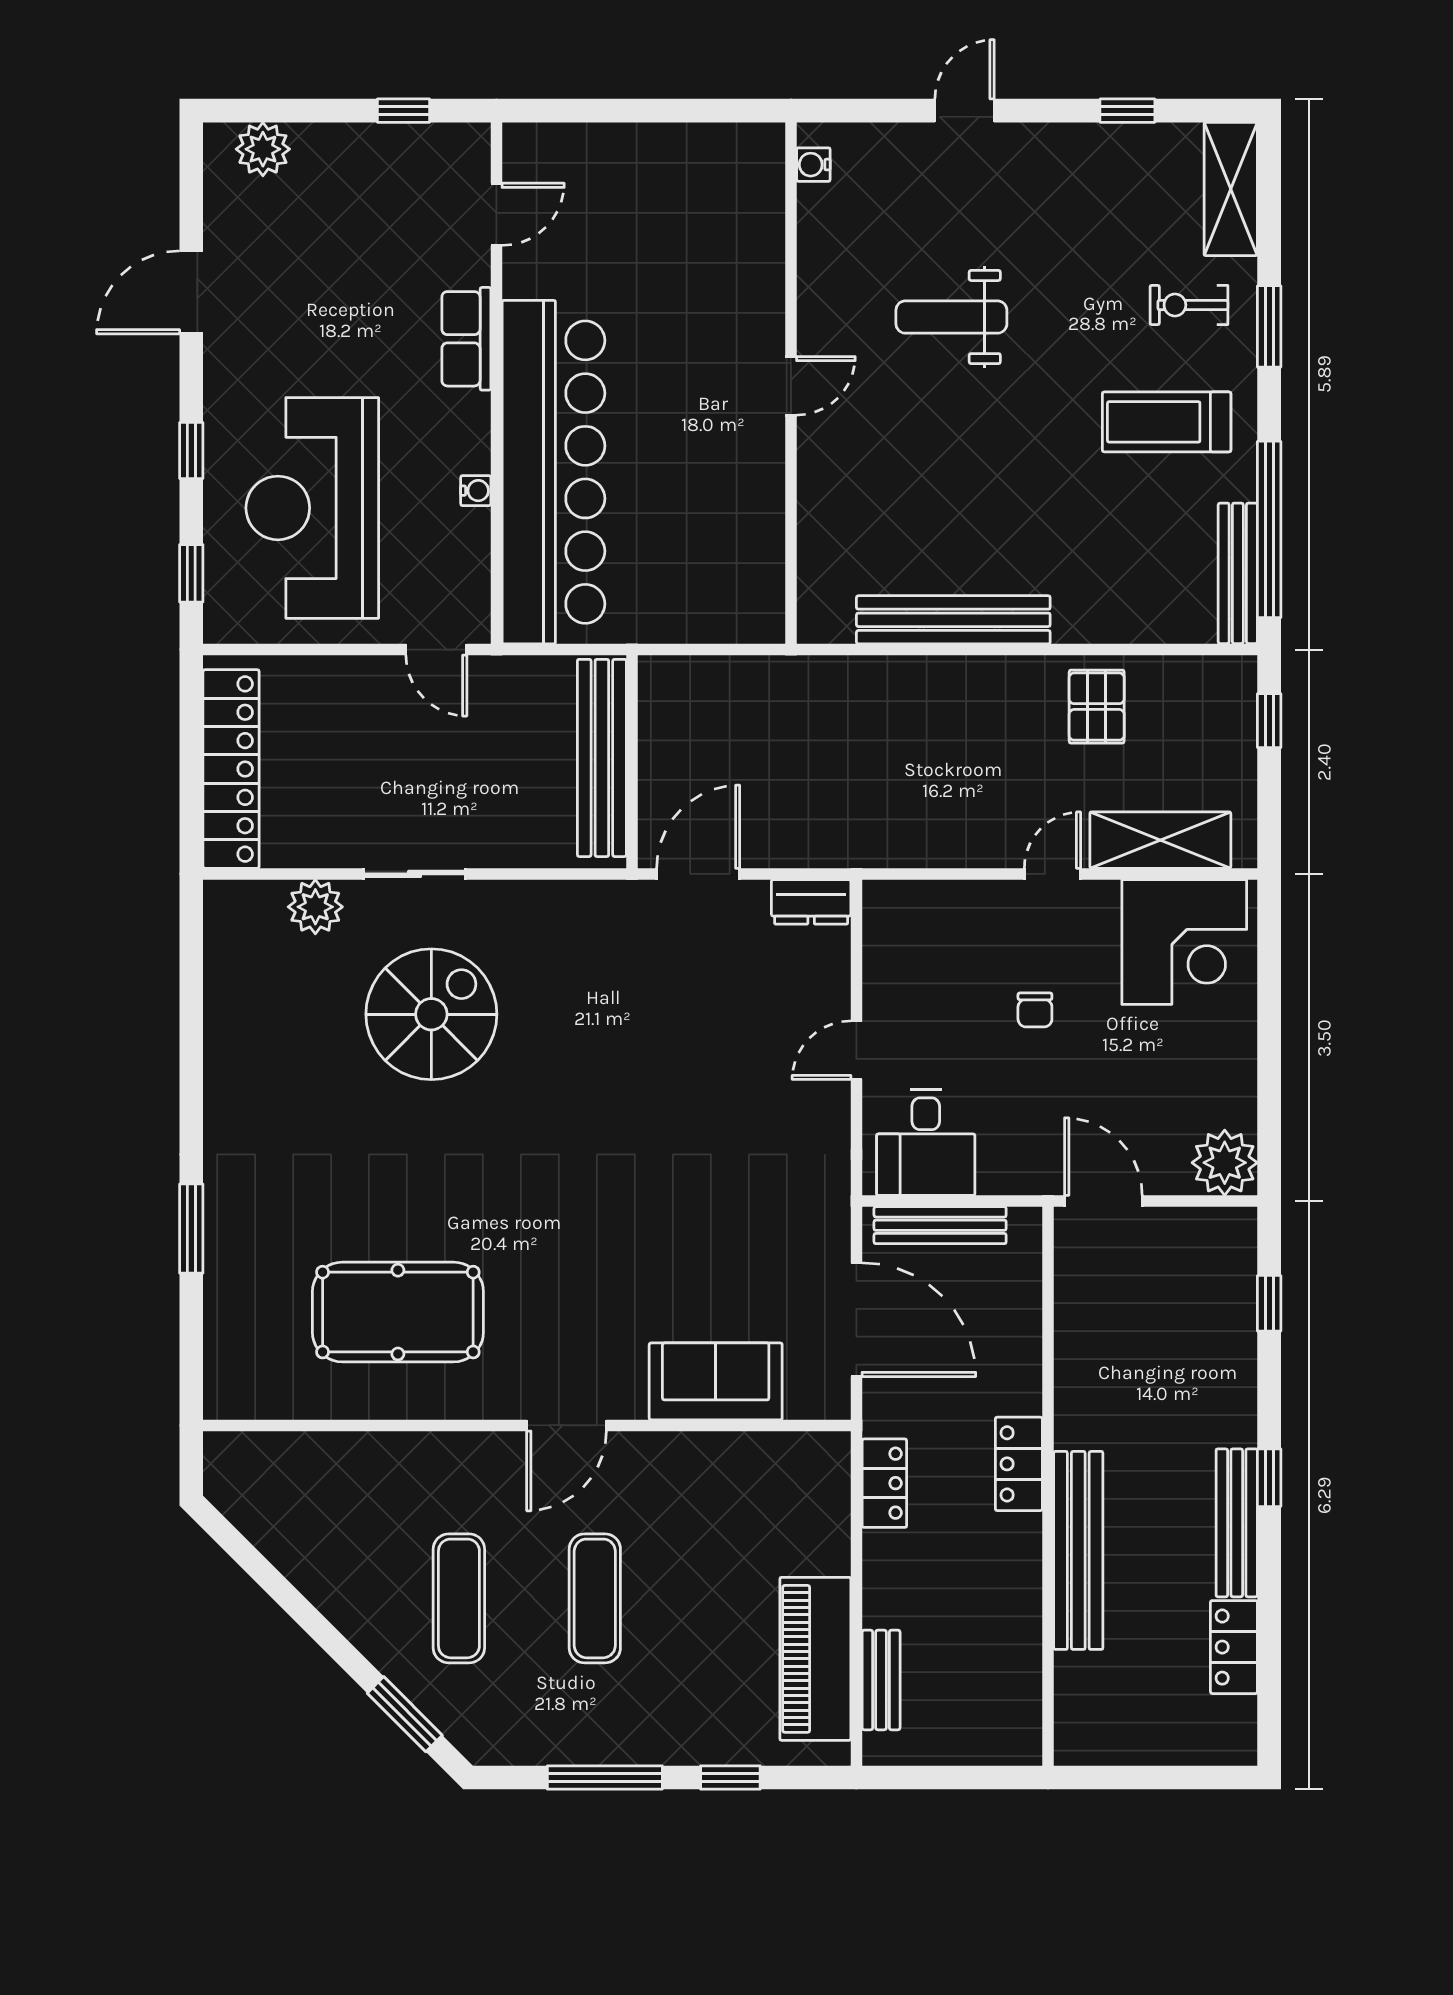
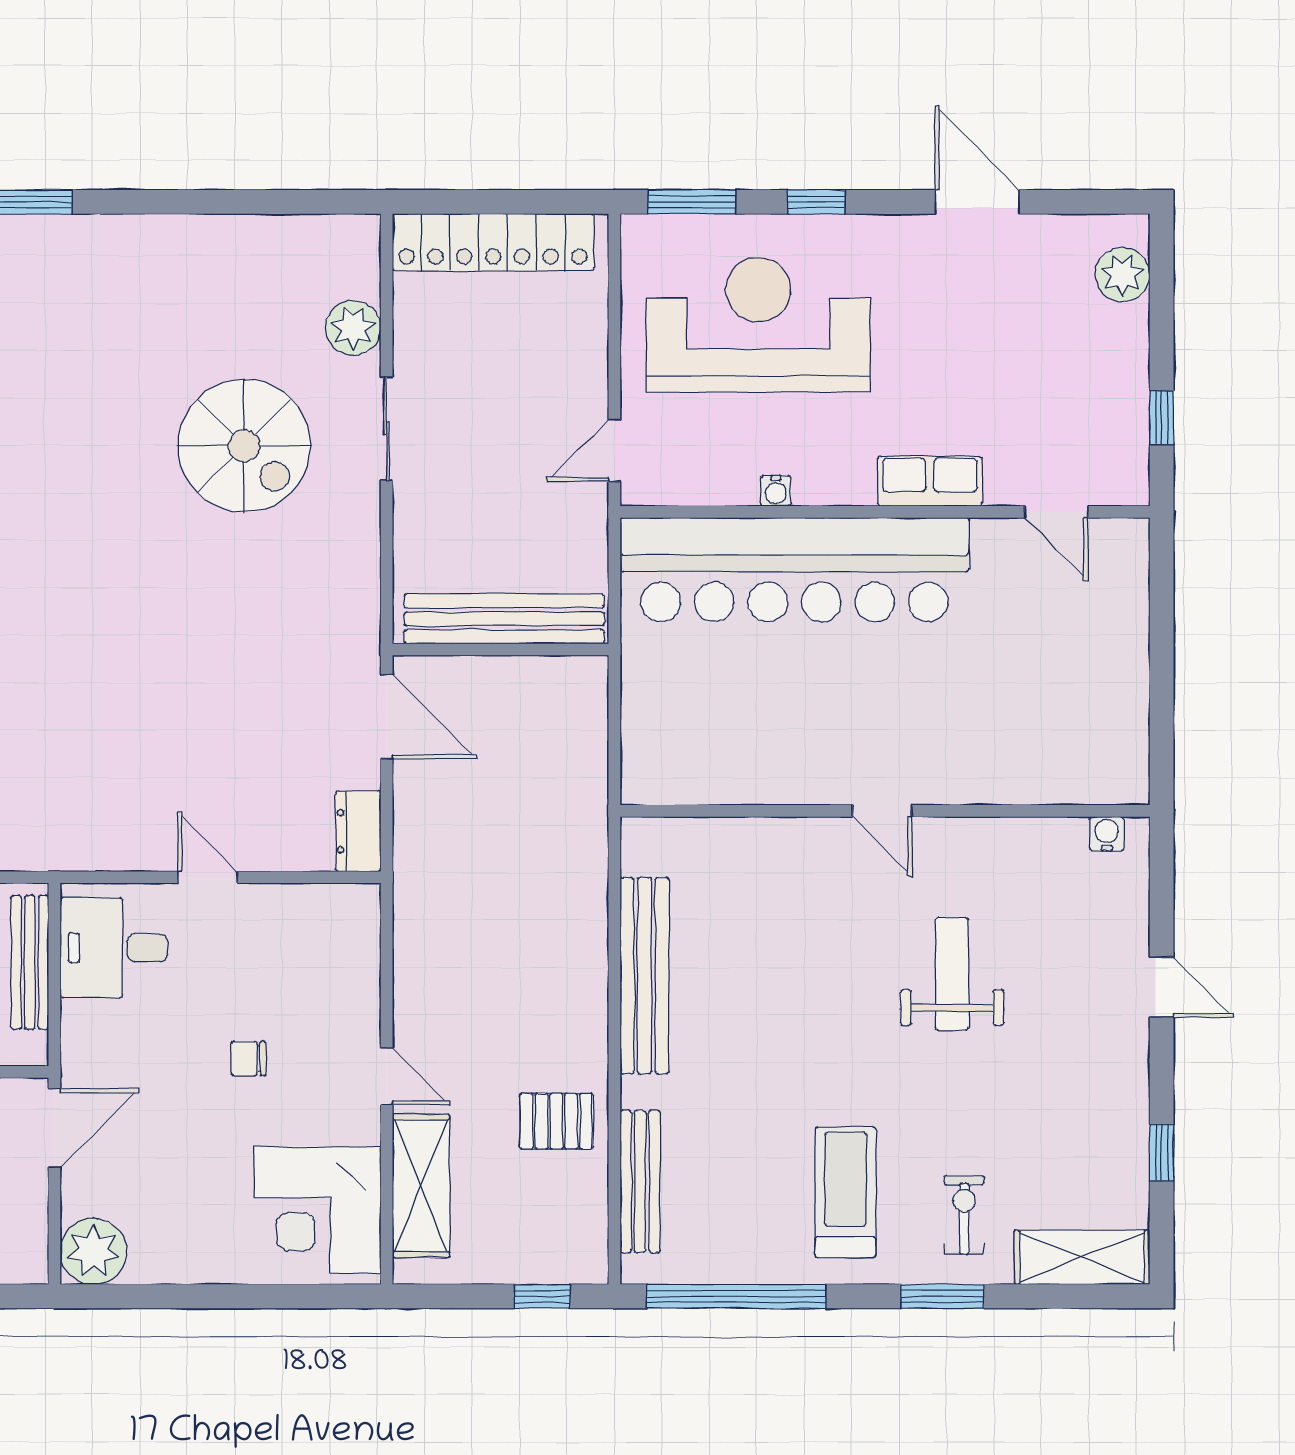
window: (191, 573) -> (692, 202), width x1.50
bench: (1238, 573) -> (640, 1181), moved, turned 90

